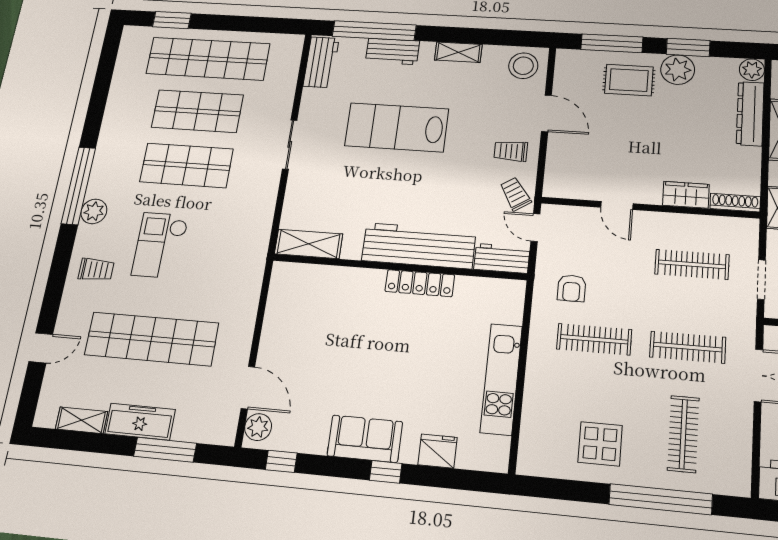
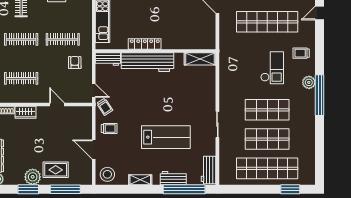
shelving: (309, 244) -> (200, 59), moved
workbench: (419, 246) -> (147, 62), moved
workbench: (502, 258) -> (108, 59), moved
wall: (399, 267) -> (156, 51), moved
locker: (420, 283) -> (145, 44), moved

